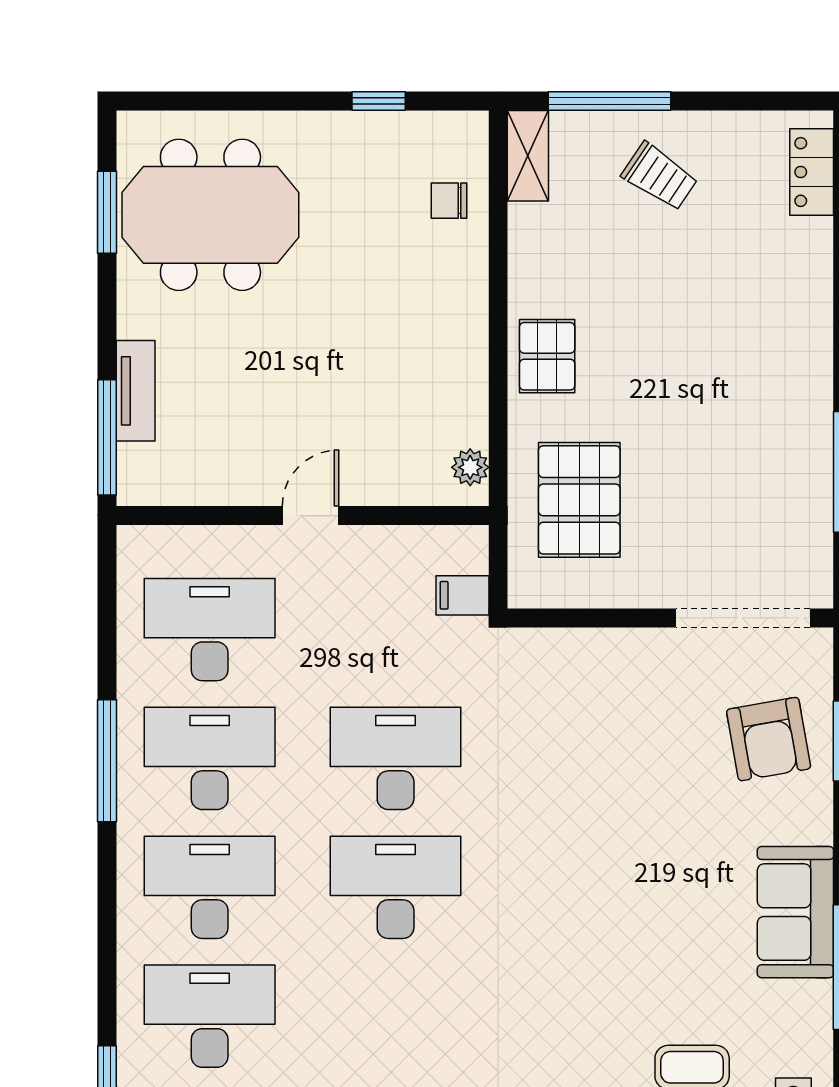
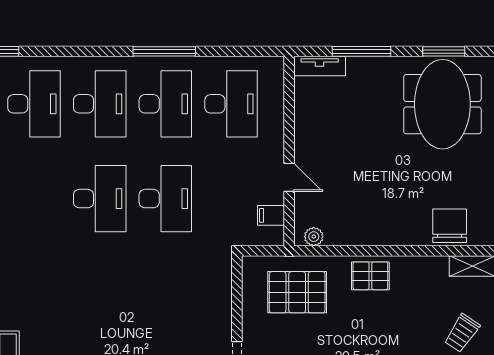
chair: (449, 201) -> (450, 226), width x1.87, depth x1.87
tv unit: (136, 391) -> (320, 66), moved
window: (107, 437) -> (361, 51), moved
door: (310, 516) -> (289, 177), moved
filing cabinet: (463, 595) -> (271, 215), moved, turned -90

